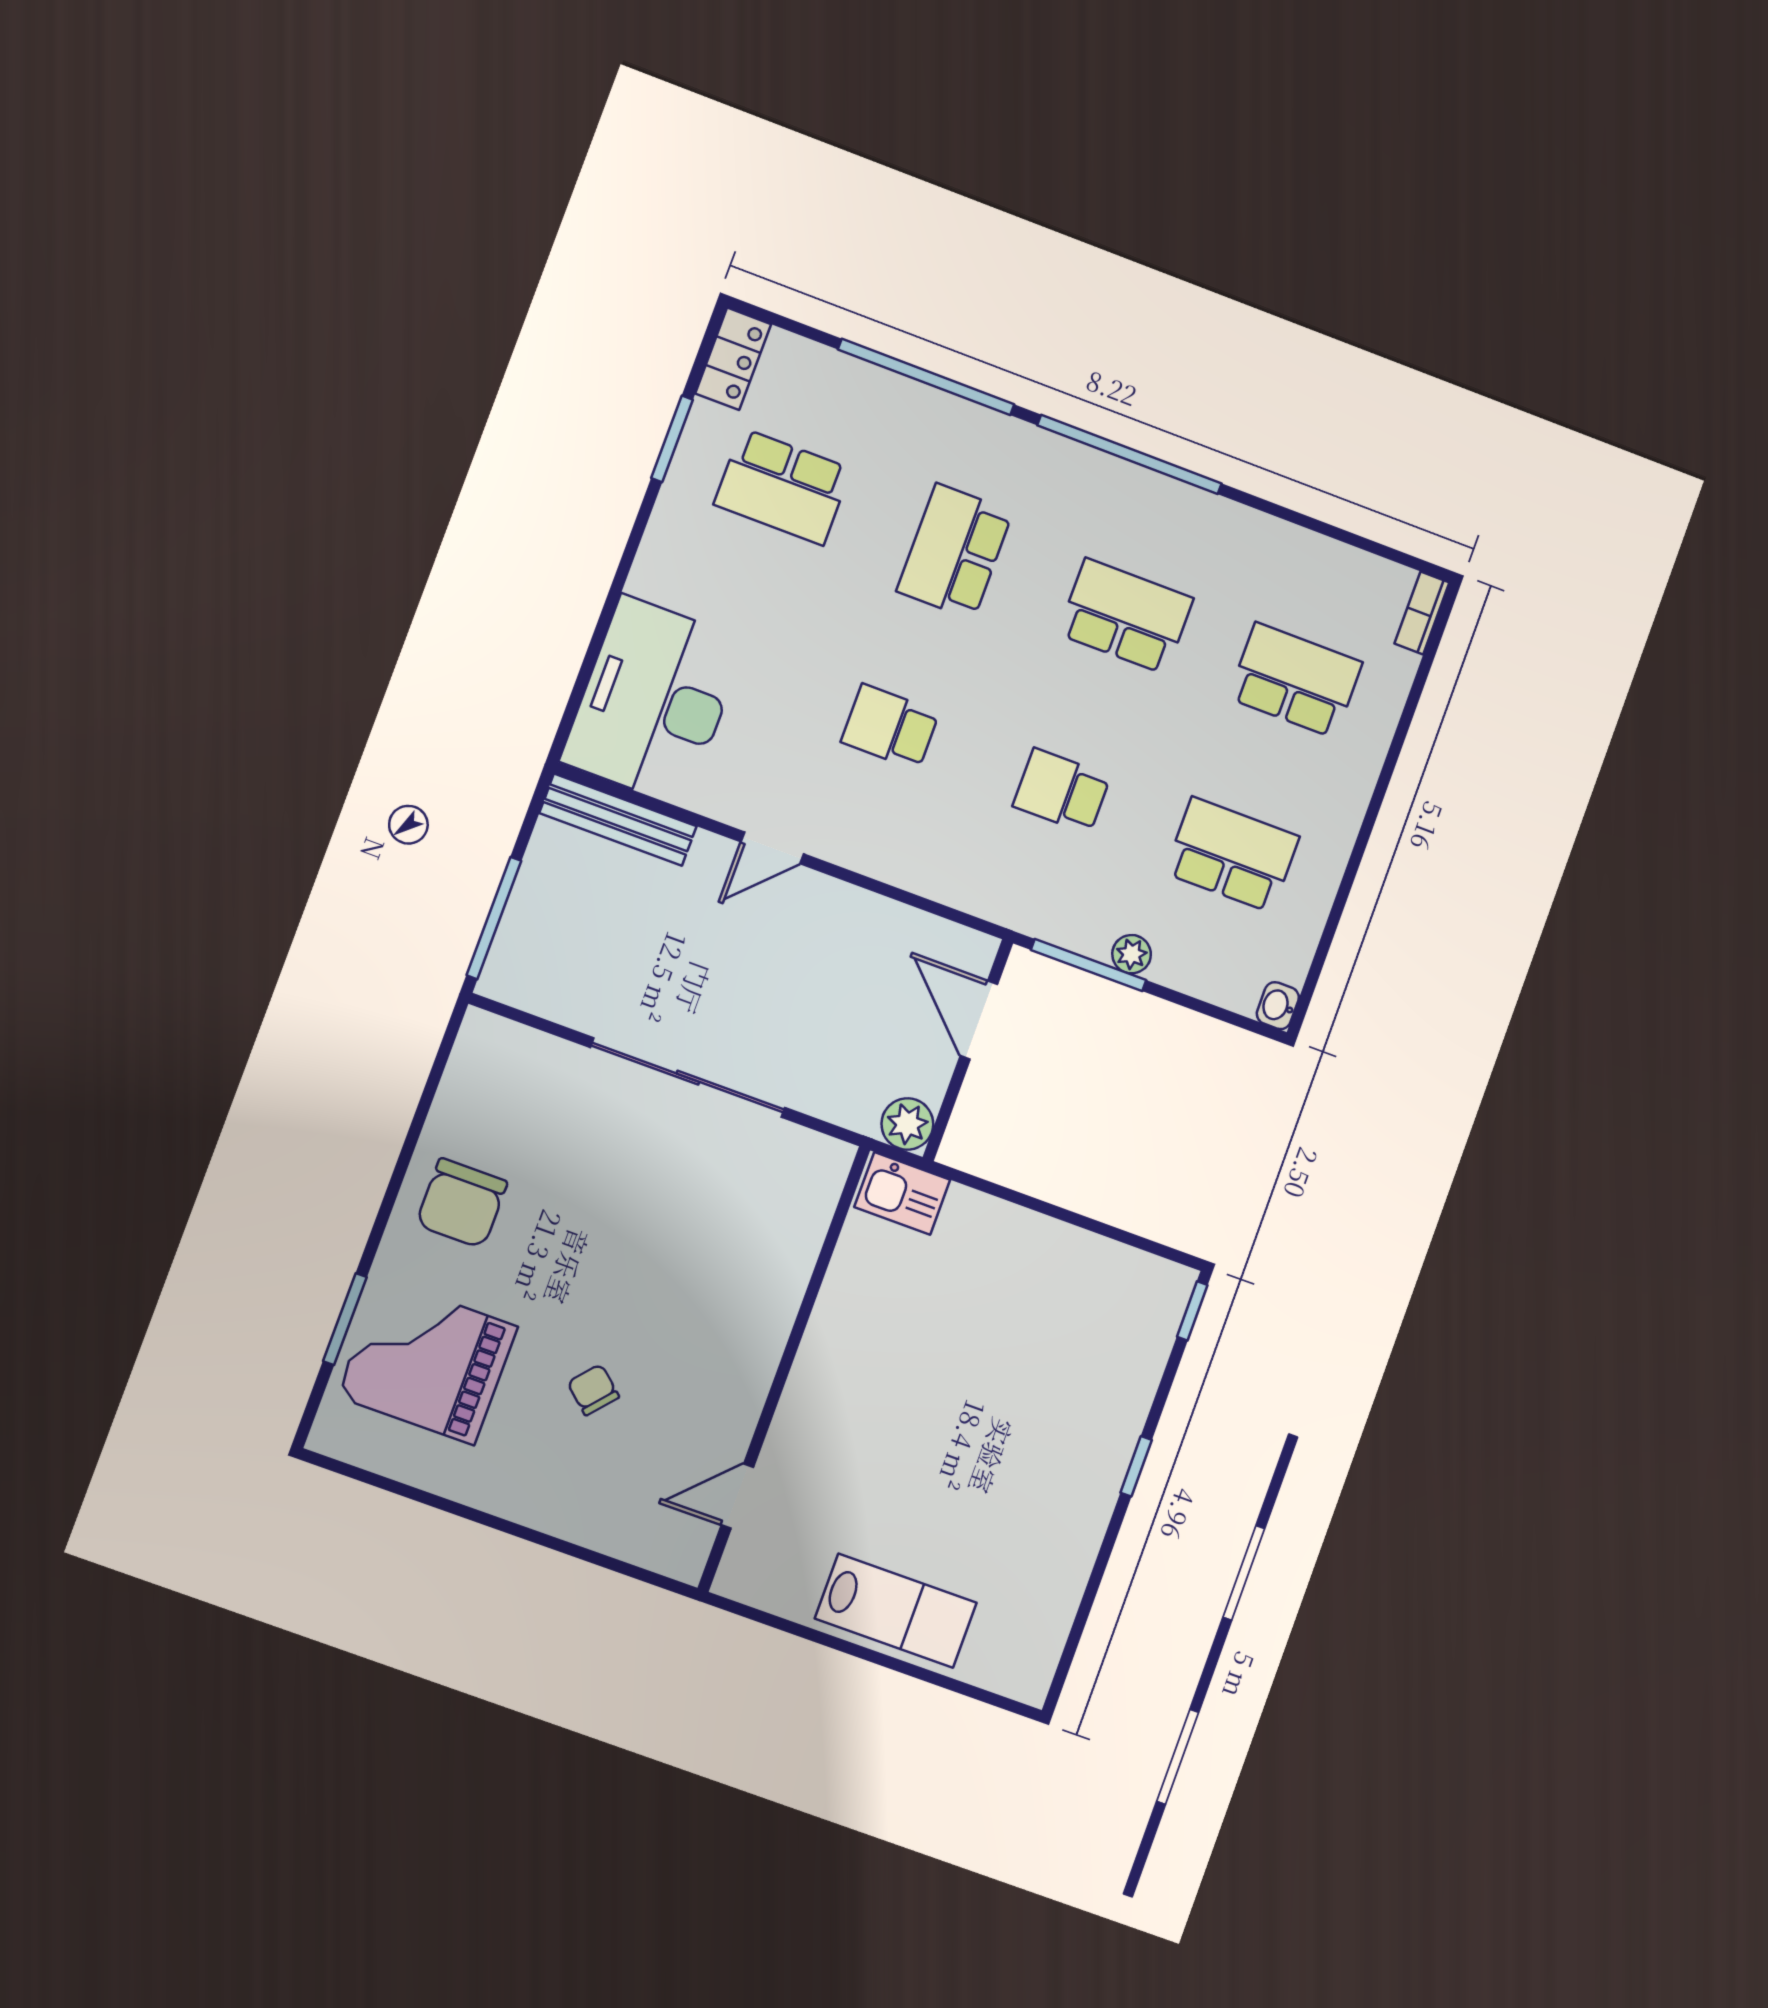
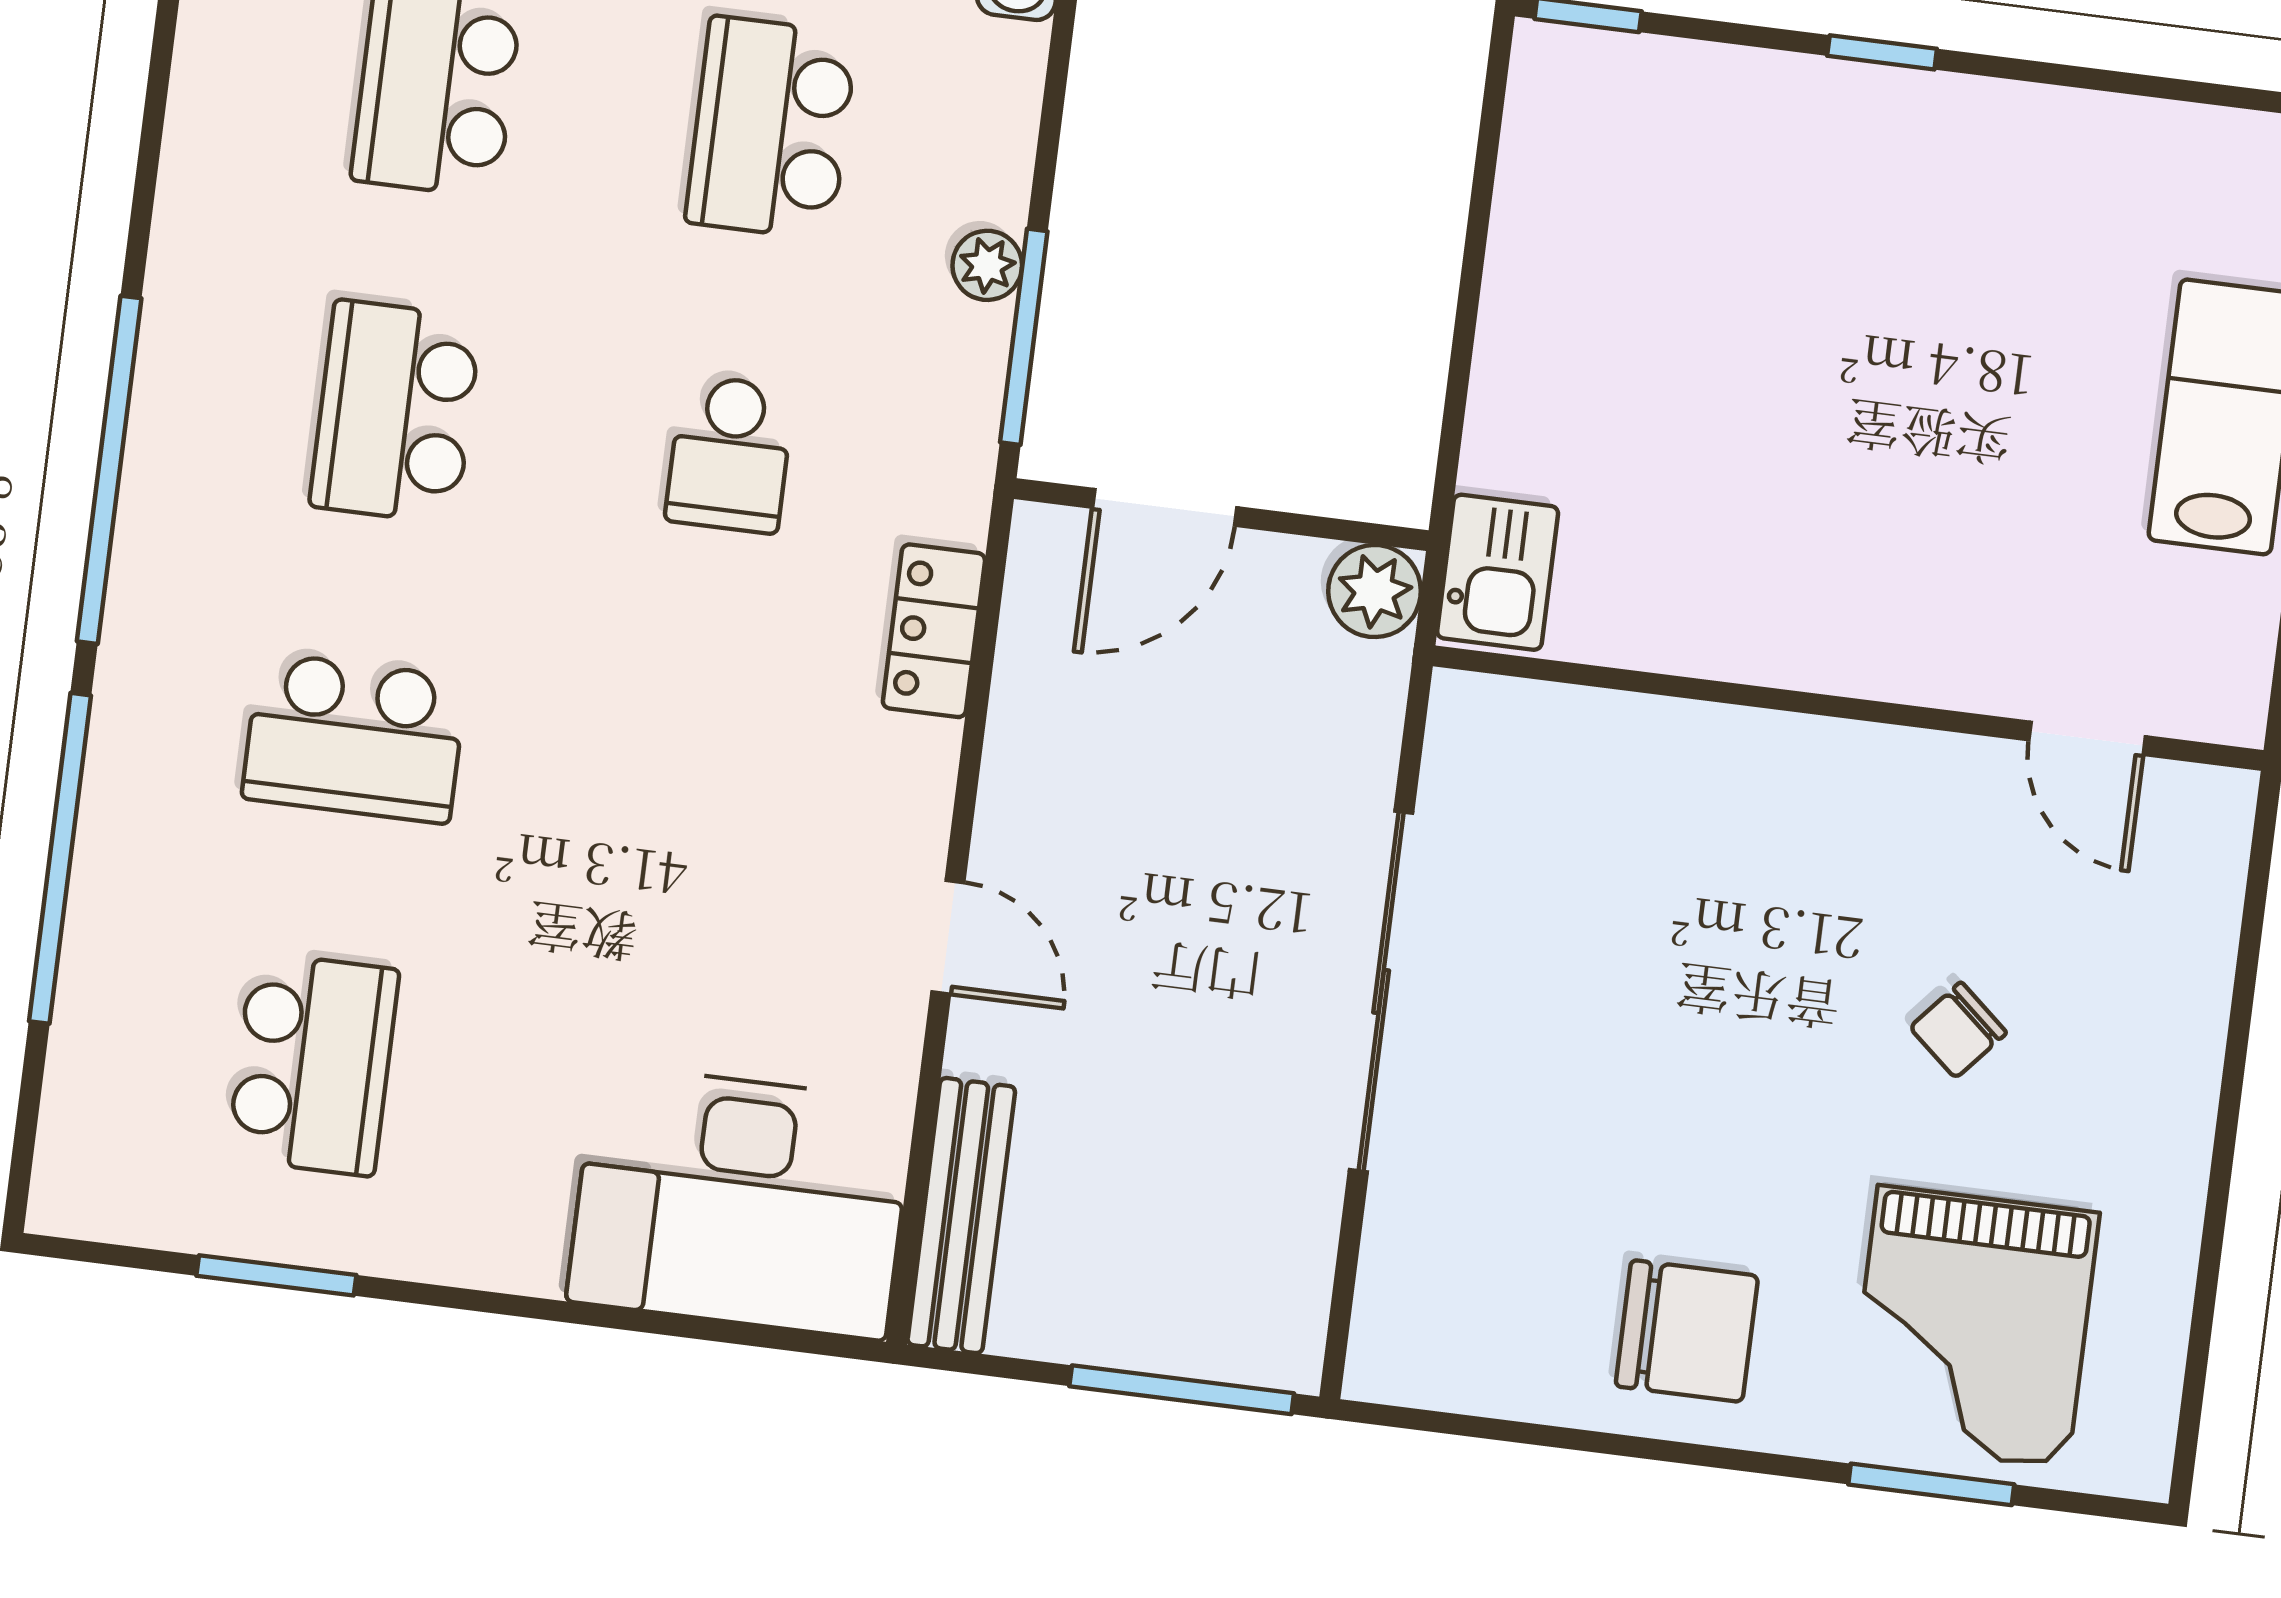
locker: (733, 359) -> (934, 631), moved, turned -90
school desk: (890, 727) -> (689, 780), removed

